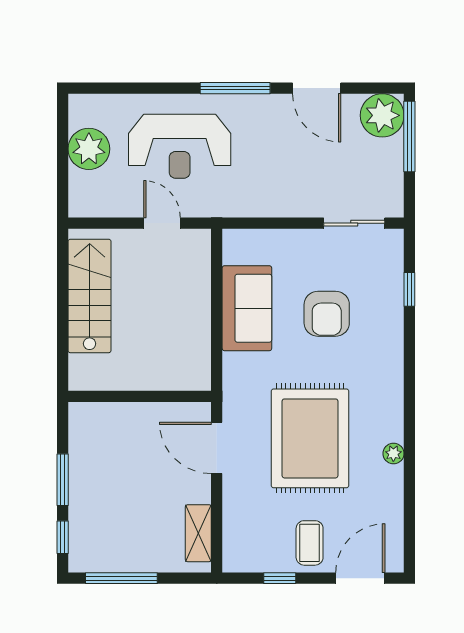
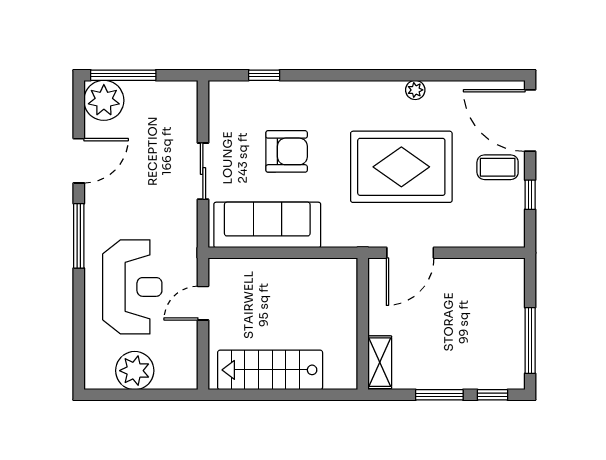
sliding door: (354, 223) -> (203, 171), moved
sofa: (247, 308) -> (267, 225), width x1.36
shelving: (198, 533) -> (380, 362), moved, turned 90
door: (360, 578) -> (530, 120), width x1.36

